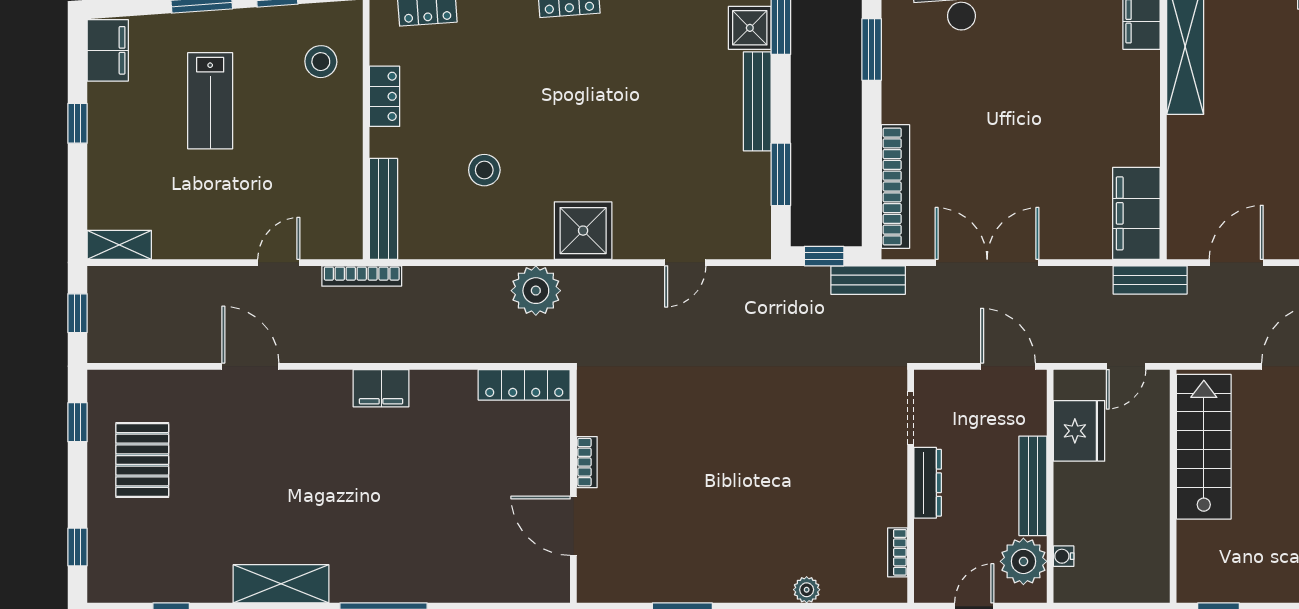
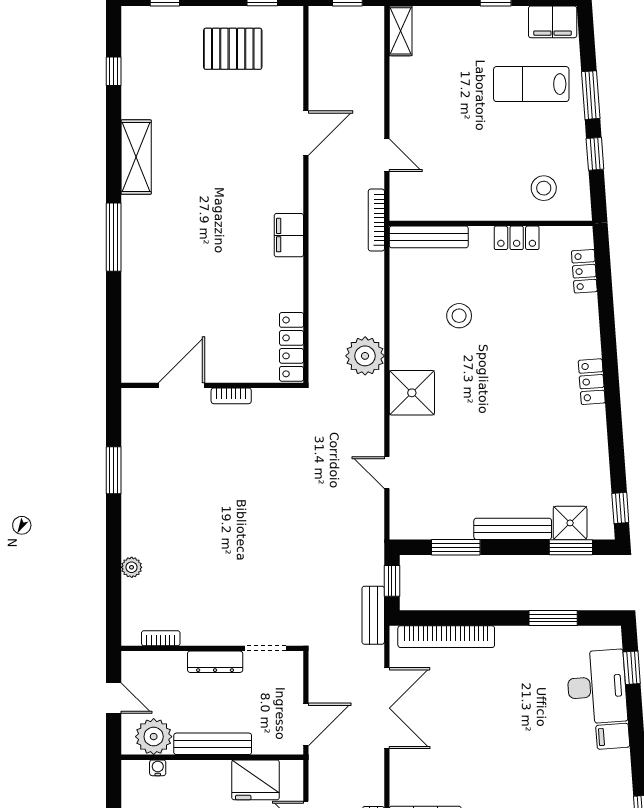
lab bench: (210, 101) -> (531, 84), moved

